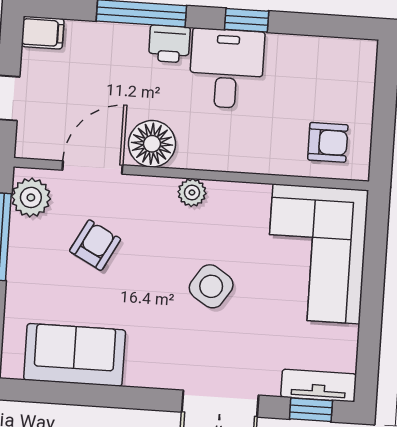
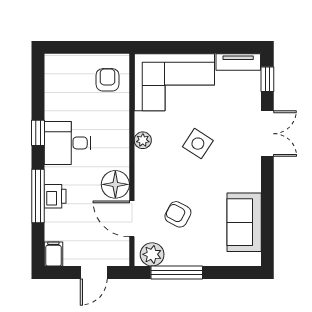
printer: (169, 44) -> (55, 196), moved
plant: (192, 192) -> (143, 140), moved
tv unit: (319, 385) -> (238, 62), moved, turned -90

